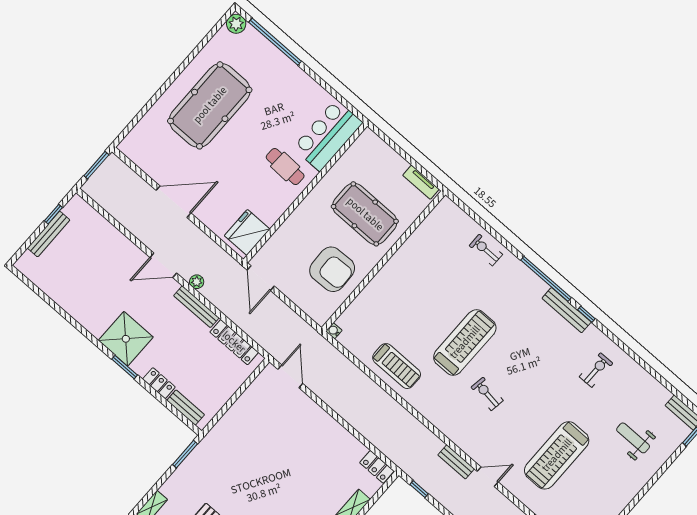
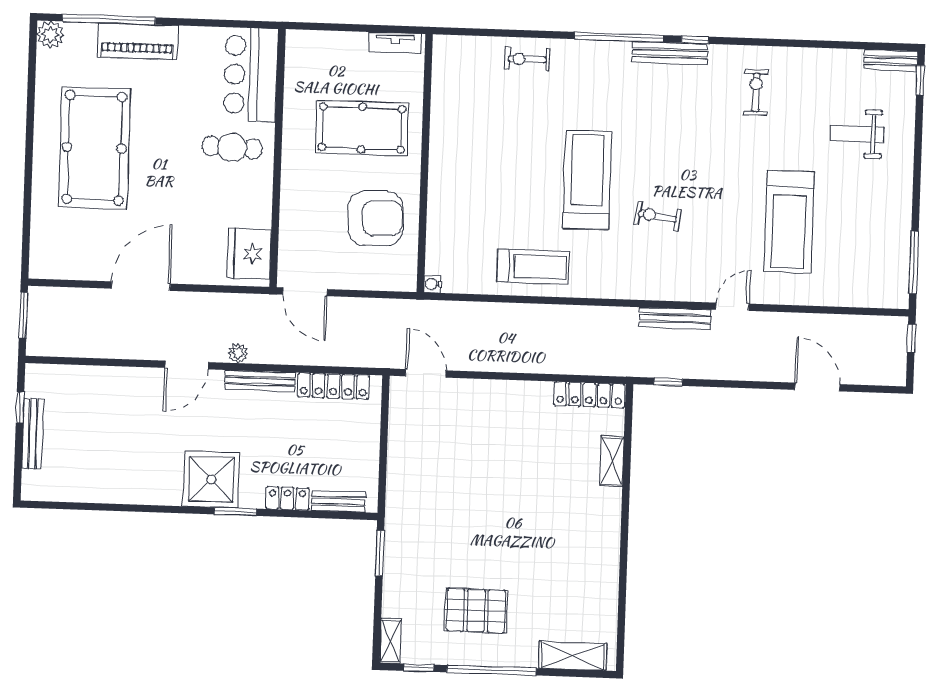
piano: (281, 66) -> (137, 41), added
bench: (456, 462) -> (675, 318), width x1.36
locker: (377, 467) -> (589, 395), width x1.53

